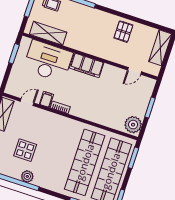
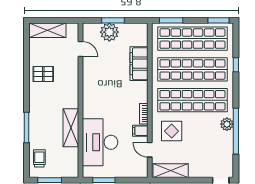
shelving: (48, 33) -> (71, 128), moved
filing cabinet: (87, 65) -> (139, 64), moved, turned 180
plant: (133, 125) -> (109, 32), moved
display table: (25, 150) -> (172, 131), moved
shop shelf: (58, 153) -> (192, 100), added

